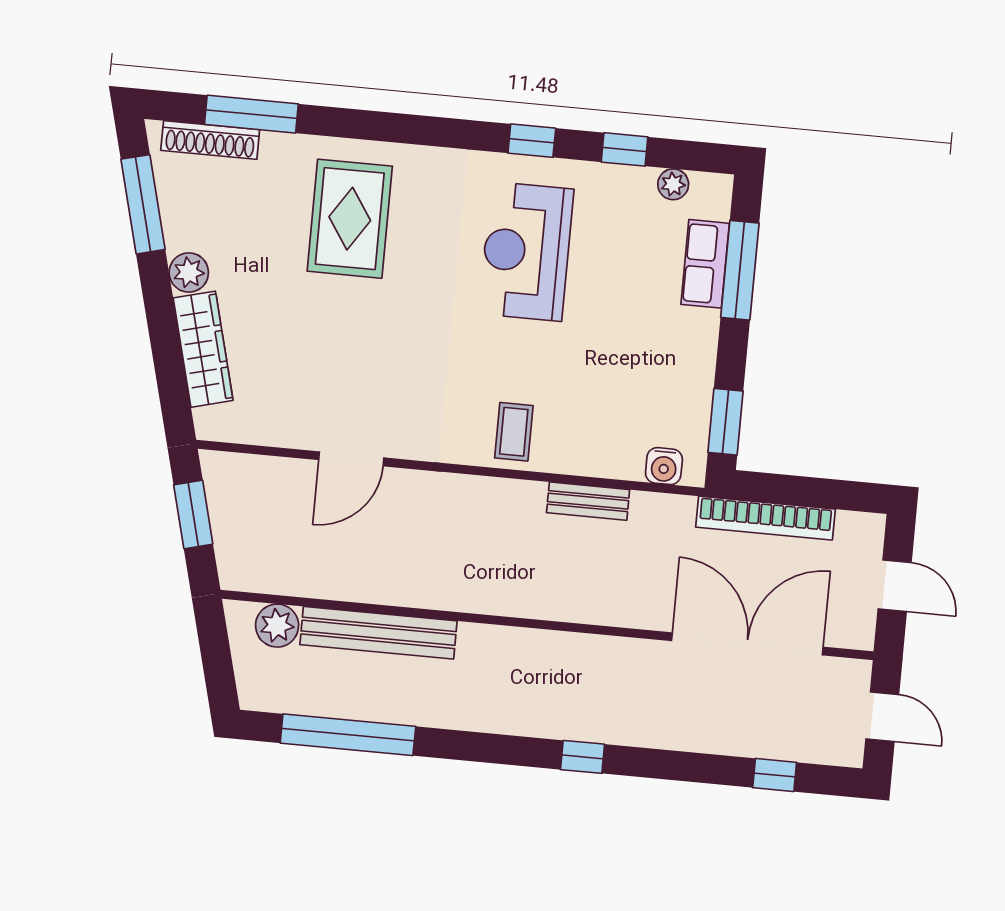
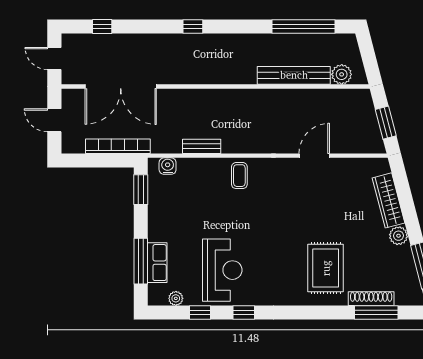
shoe rack: (210, 140) -> (371, 299), moved
reception desk: (526, 251) -> (222, 270), moved

